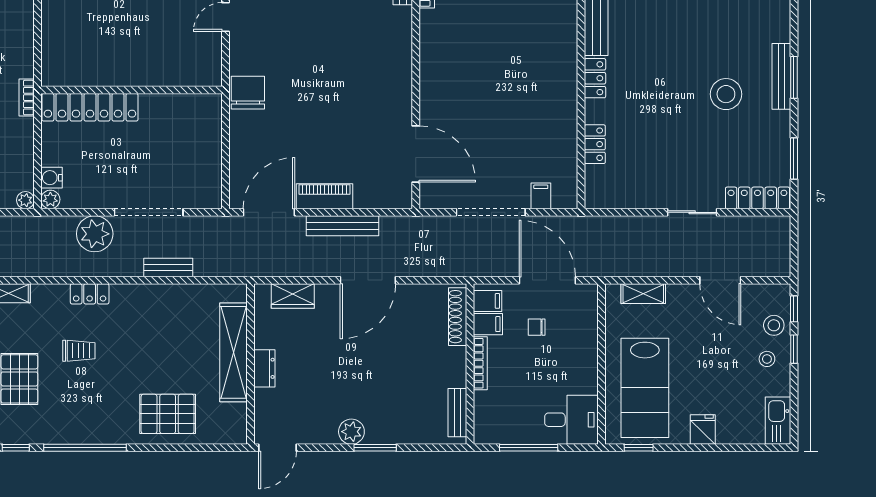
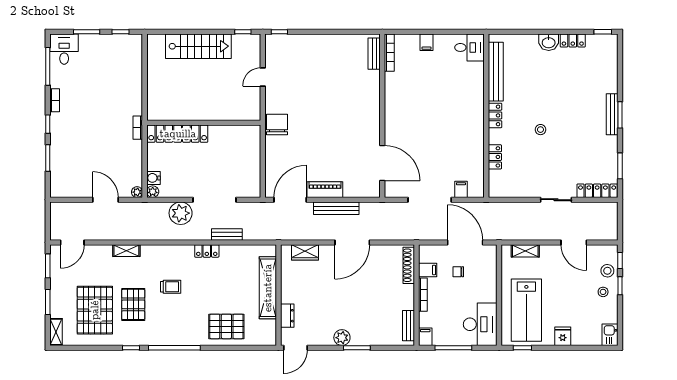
stool: (726, 94) -> (540, 130), moved, width x0.53, depth x0.53
locker: (90, 294) -> (207, 251), moved
filing cabinet: (488, 301) -> (425, 337), moved, turned -90
dresser: (264, 368) -> (287, 316), moved
desk: (571, 420) -> (480, 324), width x1.37
kitchen sink: (778, 421) -> (610, 335), width x0.73

